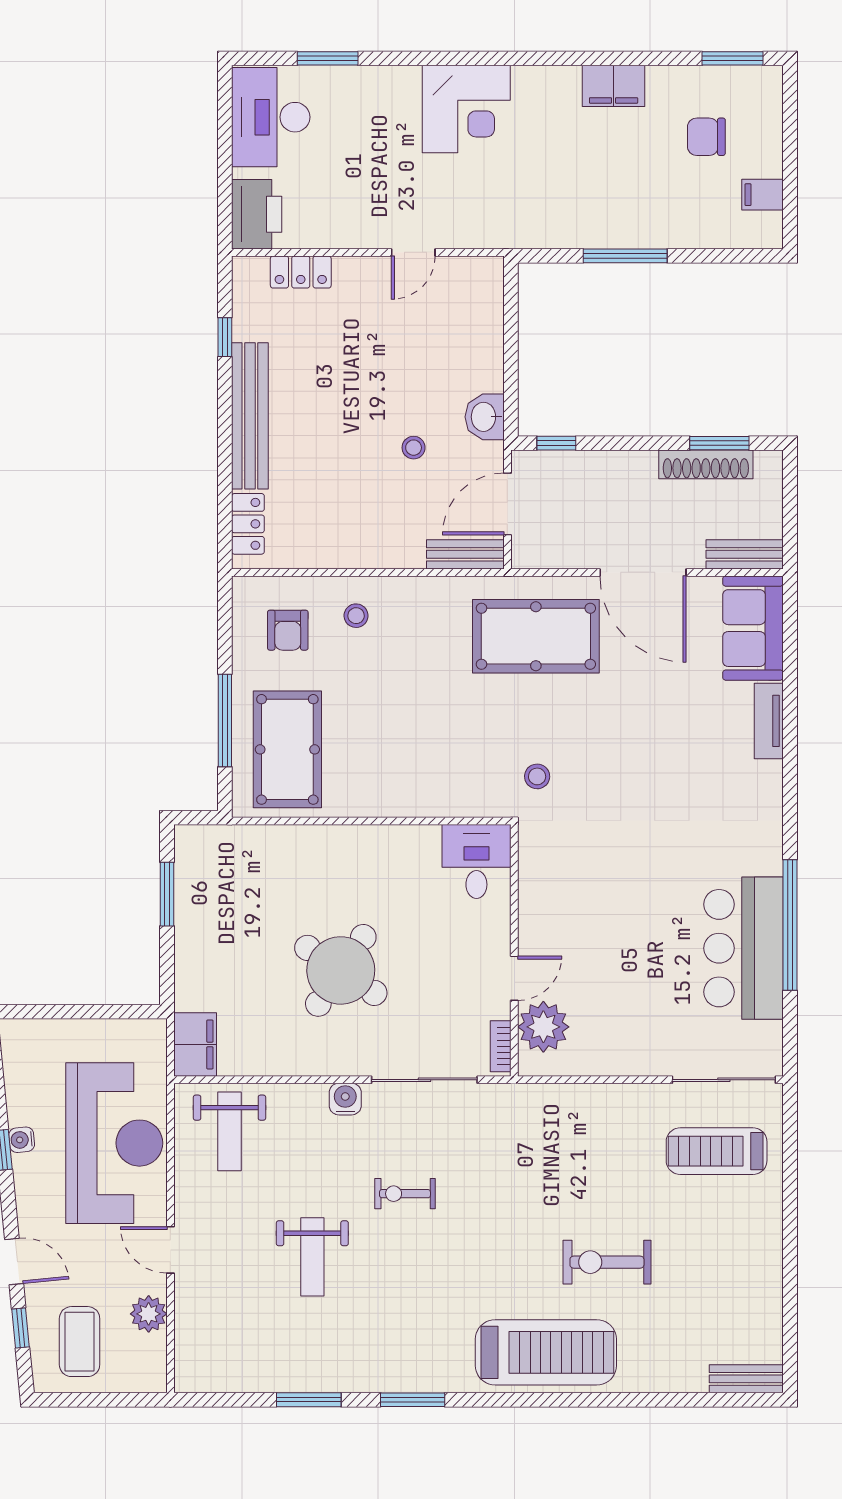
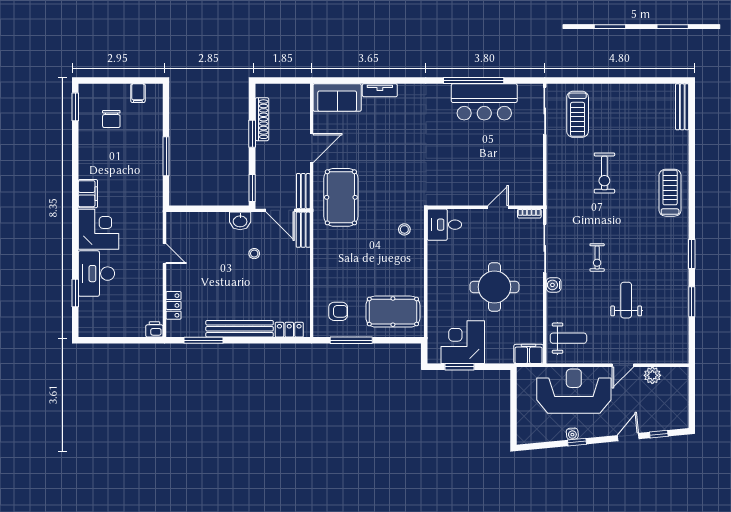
filing cabinet: (614, 86) -> (88, 194), moved
desk: (271, 117) -> (96, 274), moved, turned 90
printer: (257, 214) -> (154, 329), width x0.53, depth x0.68
window: (225, 337) -> (203, 340), width x2.17
window: (556, 443) -> (252, 188), width x1.50
window: (719, 443) -> (252, 134), moved
bench: (745, 554) -> (303, 191), moved
door: (643, 572) -> (312, 148), width x0.73
stool: (356, 616) -> (331, 280), removed
window: (225, 721) -> (351, 340), moved
stool: (537, 776) -> (404, 229), moved
corner desk: (221, 901) -> (463, 342), added
round table: (341, 970) -> (494, 287), turned -34
door: (514, 978) -> (498, 207), hinge flipped
plant: (543, 1027) -> (520, 194), removed
weight bench: (312, 1257) -> (626, 300), turned -90
exercise bike: (607, 1262) -> (604, 173), moved
coffee table: (80, 1342) -> (665, 407), removed
treadmill: (546, 1352) -> (670, 193), width x0.73, depth x0.73
bench: (746, 1379) -> (682, 107), width x1.36

